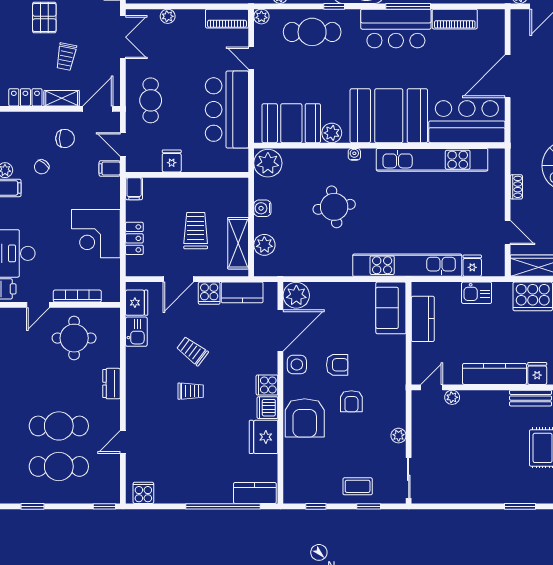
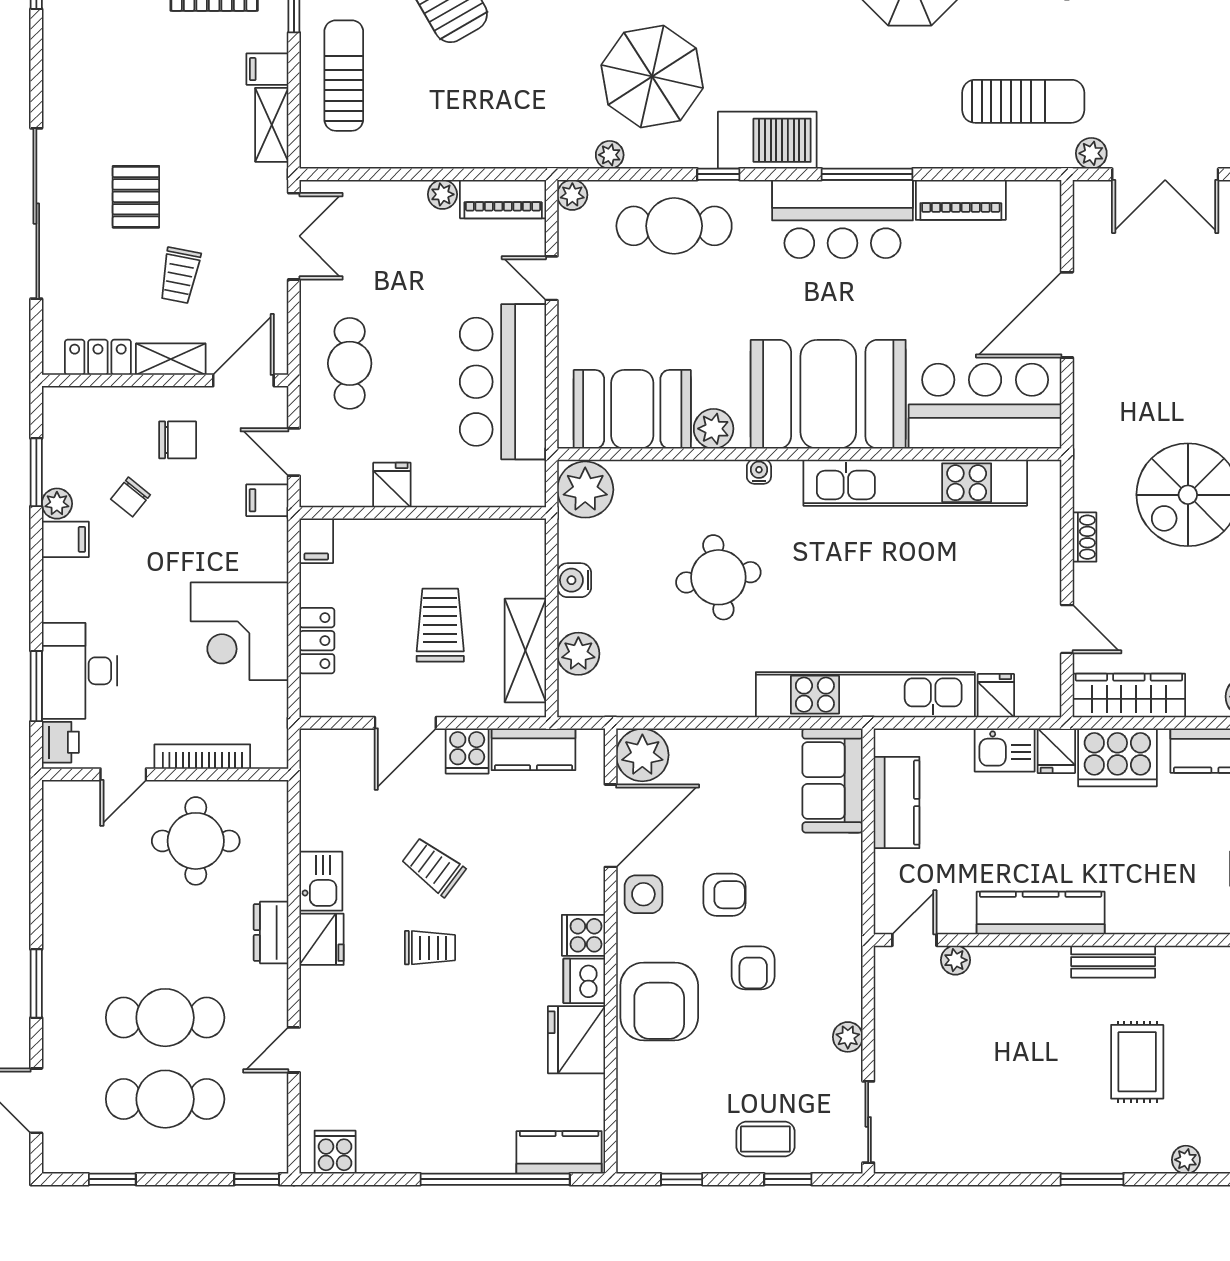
plant: (168, 16) -> (442, 194), moved
fridge: (137, 303) -> (322, 939), moved
kitchen sink: (136, 332) -> (321, 881), moved
fridge: (537, 373) -> (1056, 751), moved, turned 180

